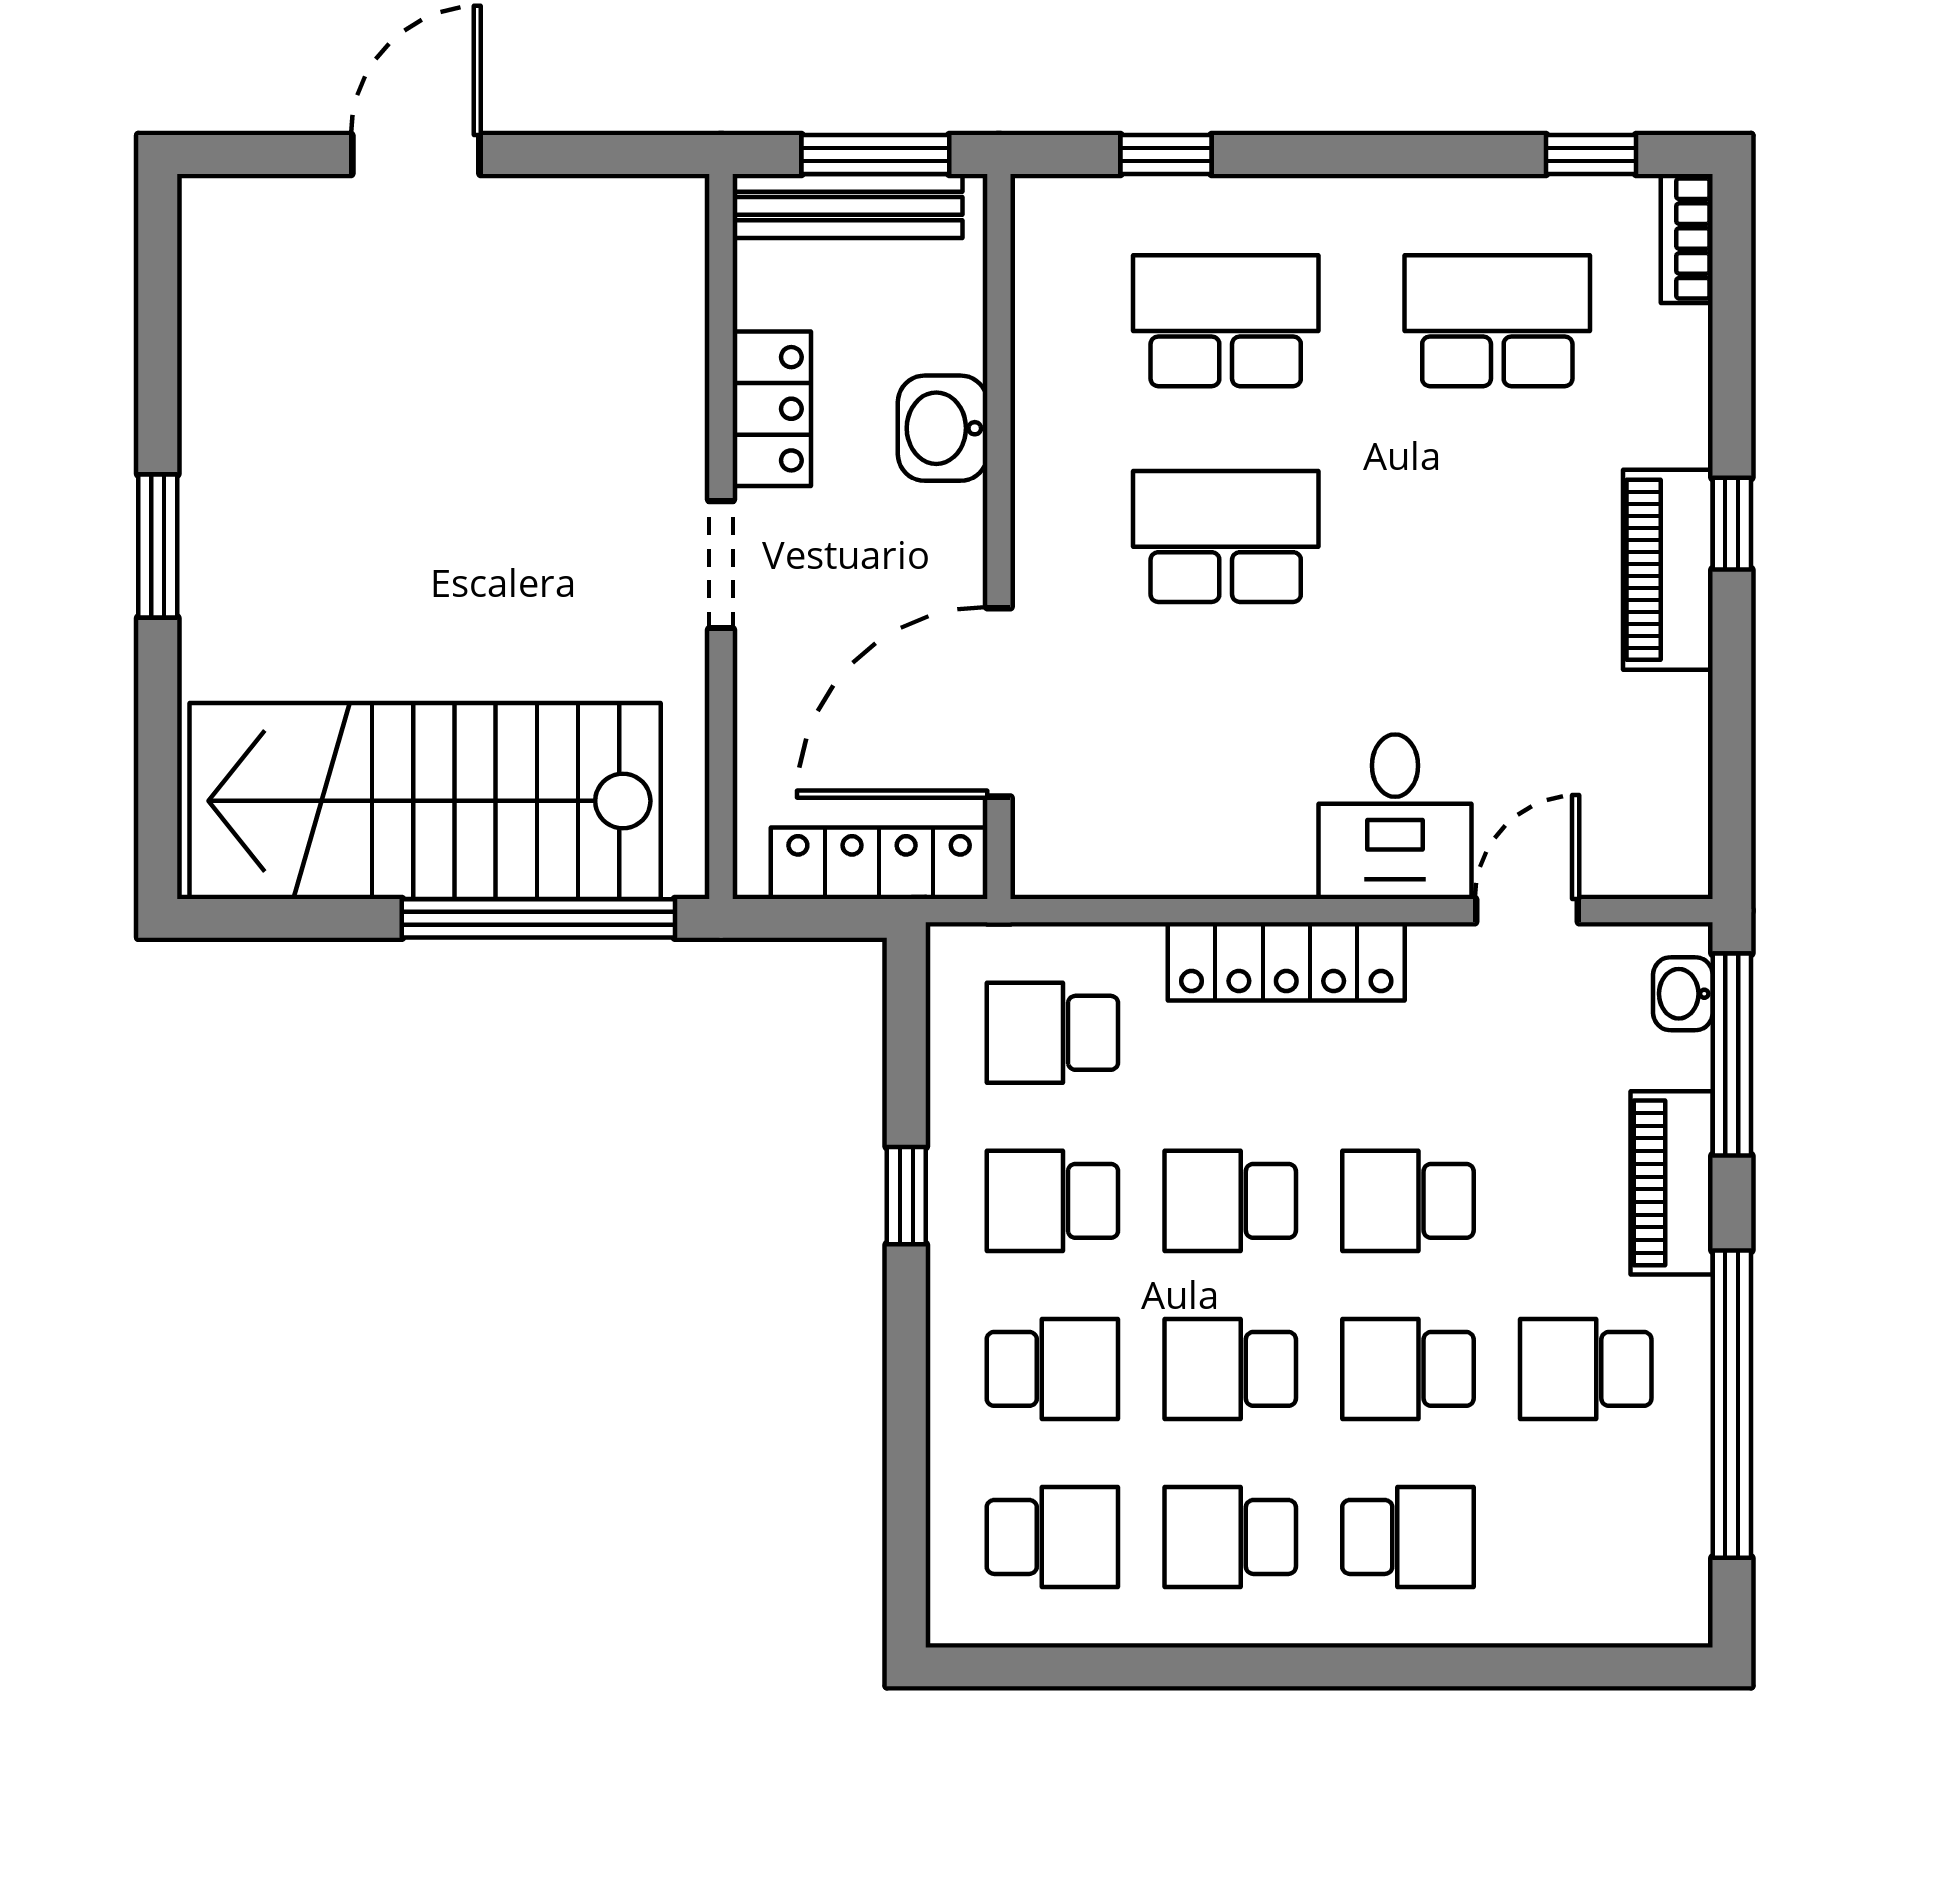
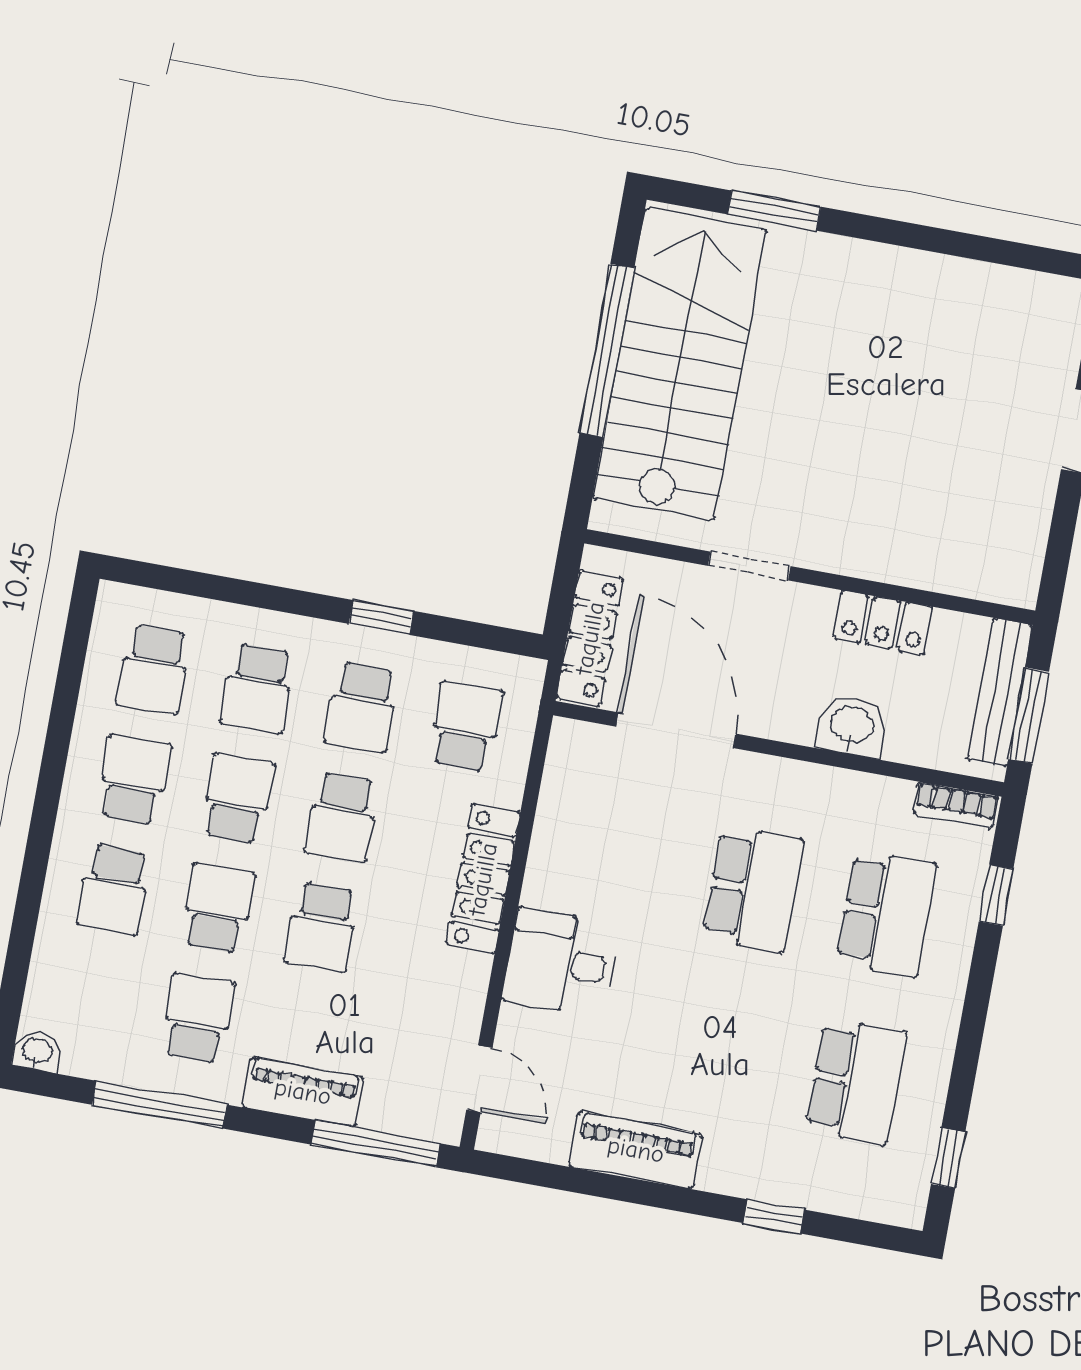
bookcase: (1687, 238) -> (956, 805), moved, turned 180
window: (1732, 524) -> (774, 1216), moved
window: (158, 546) -> (774, 211), moved
doorway: (721, 565) -> (749, 566), moved
piano: (1668, 570) -> (636, 1150), moved
door: (1527, 911) -> (479, 1079), moved
window: (538, 918) -> (607, 351), moved
washbasin: (1683, 994) -> (37, 1051), moved
school desk: (1052, 1201) -> (362, 707), turned 180
school desk: (1230, 1201) -> (342, 817), turned 180
school desk: (1408, 1201) -> (322, 927), turned 180
window: (1732, 1404) -> (159, 1105), width x0.68

